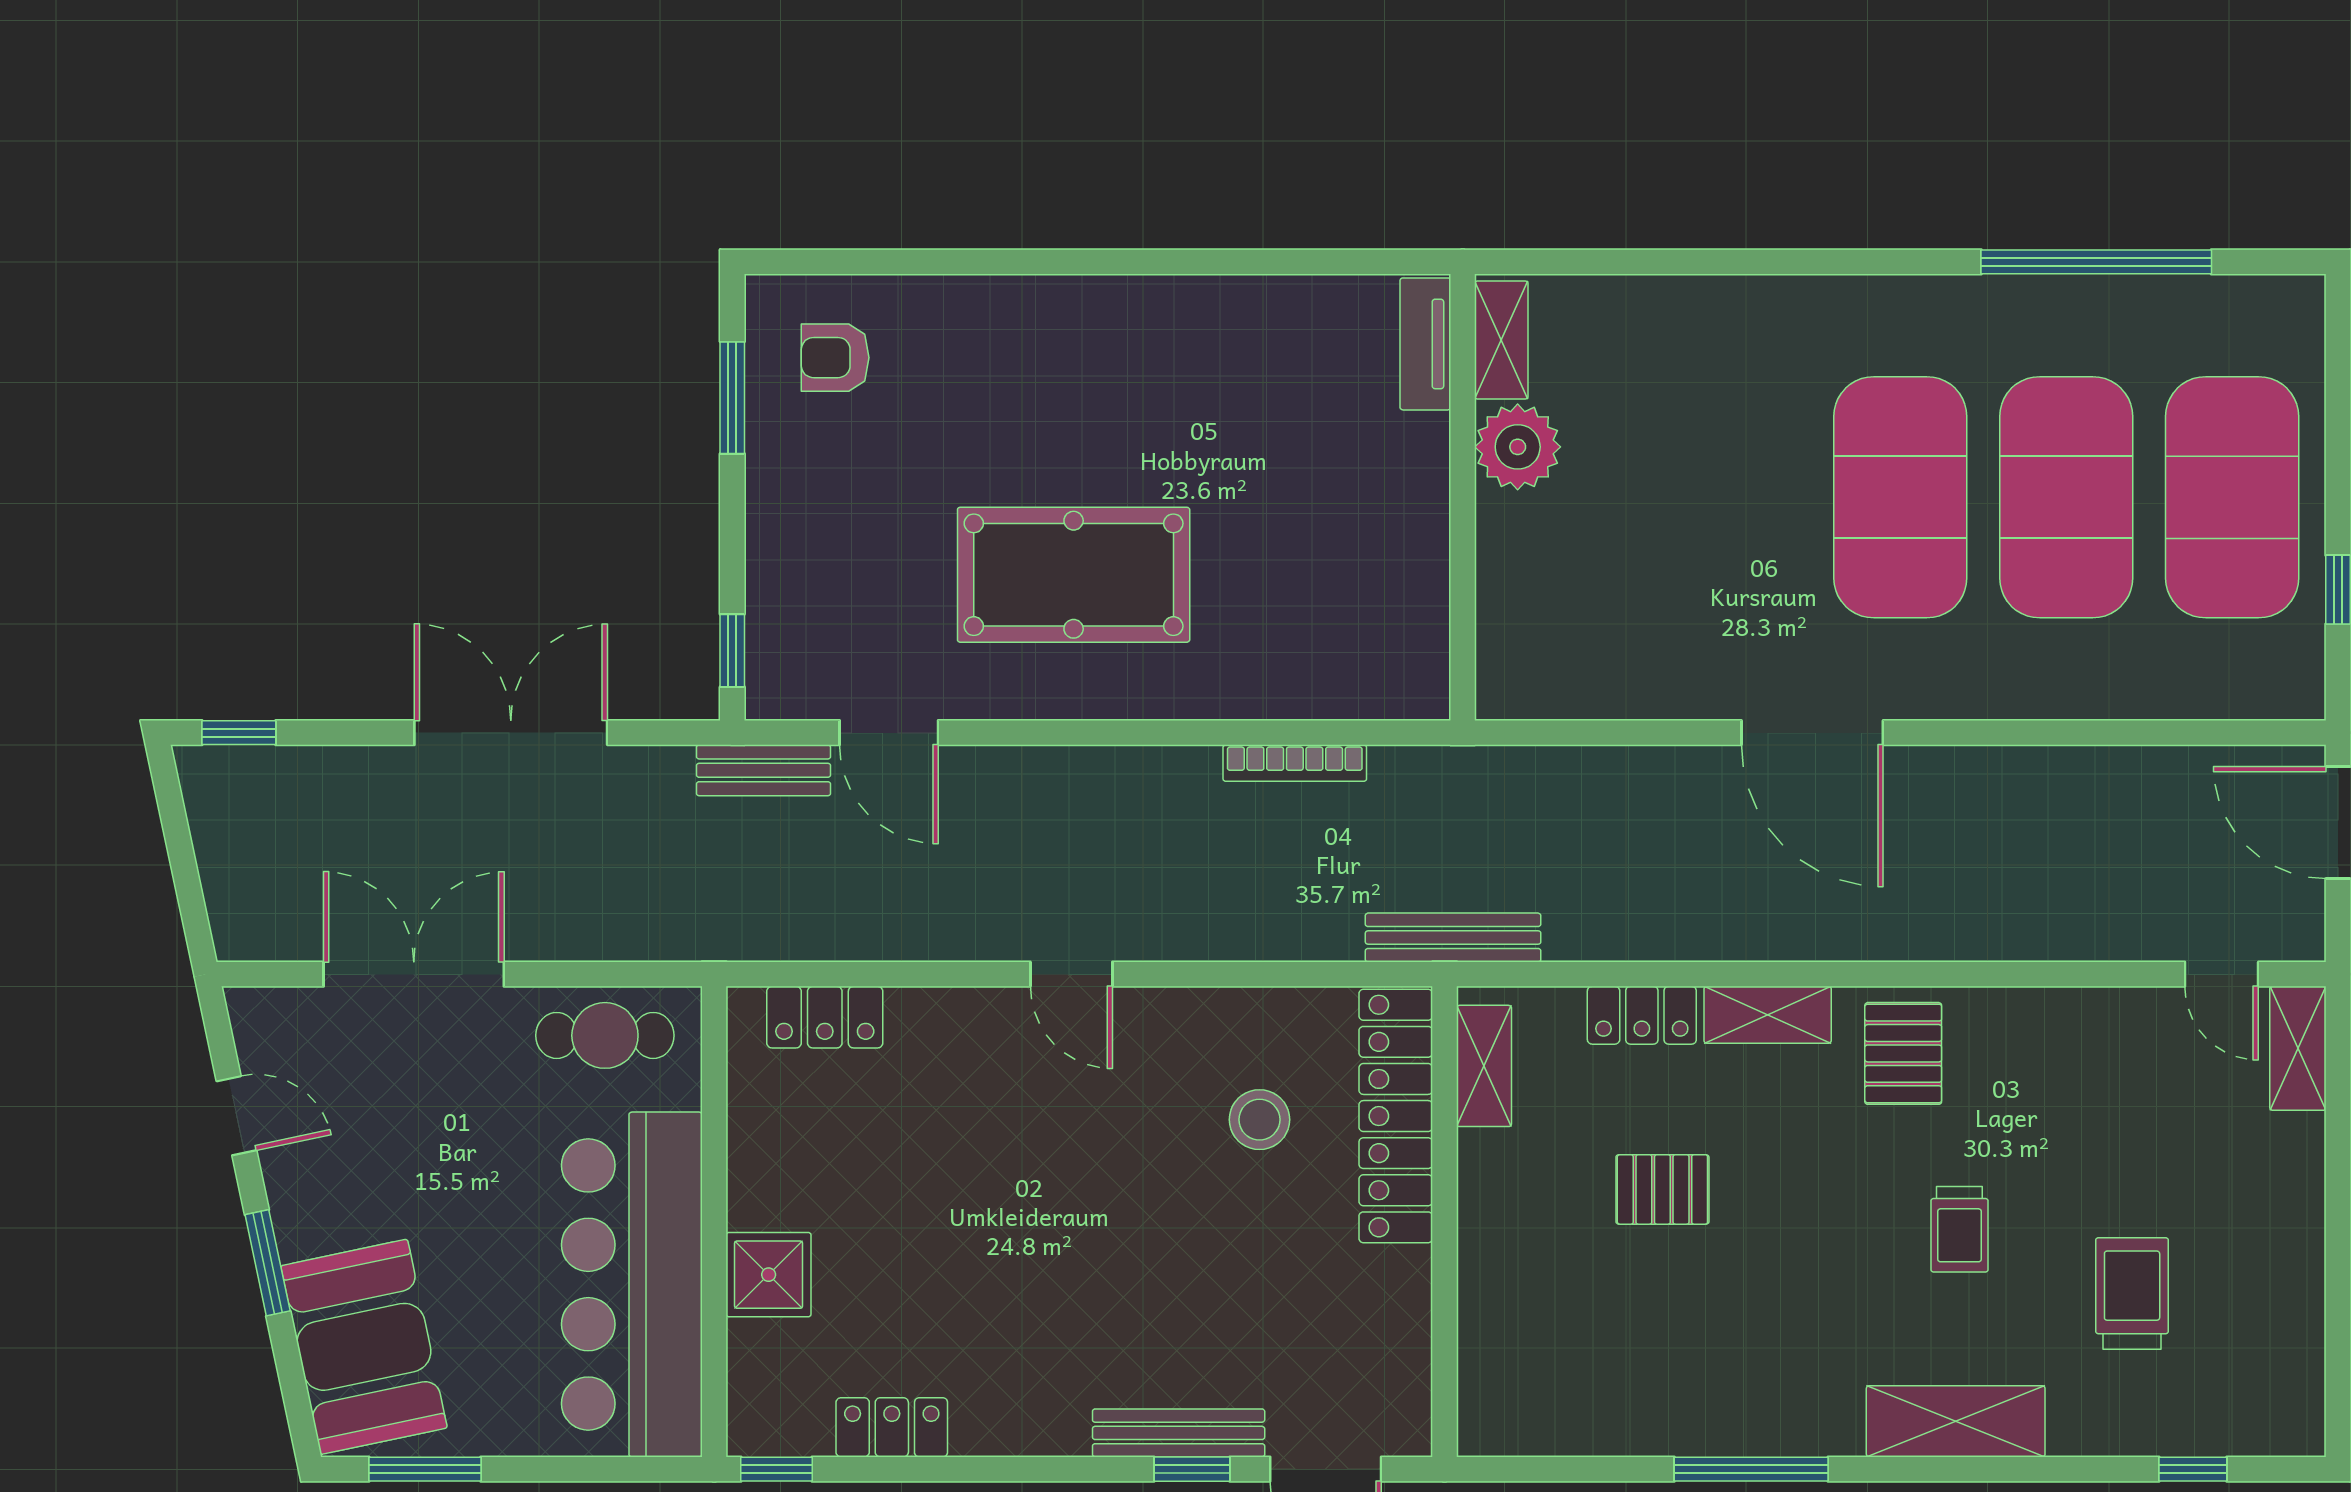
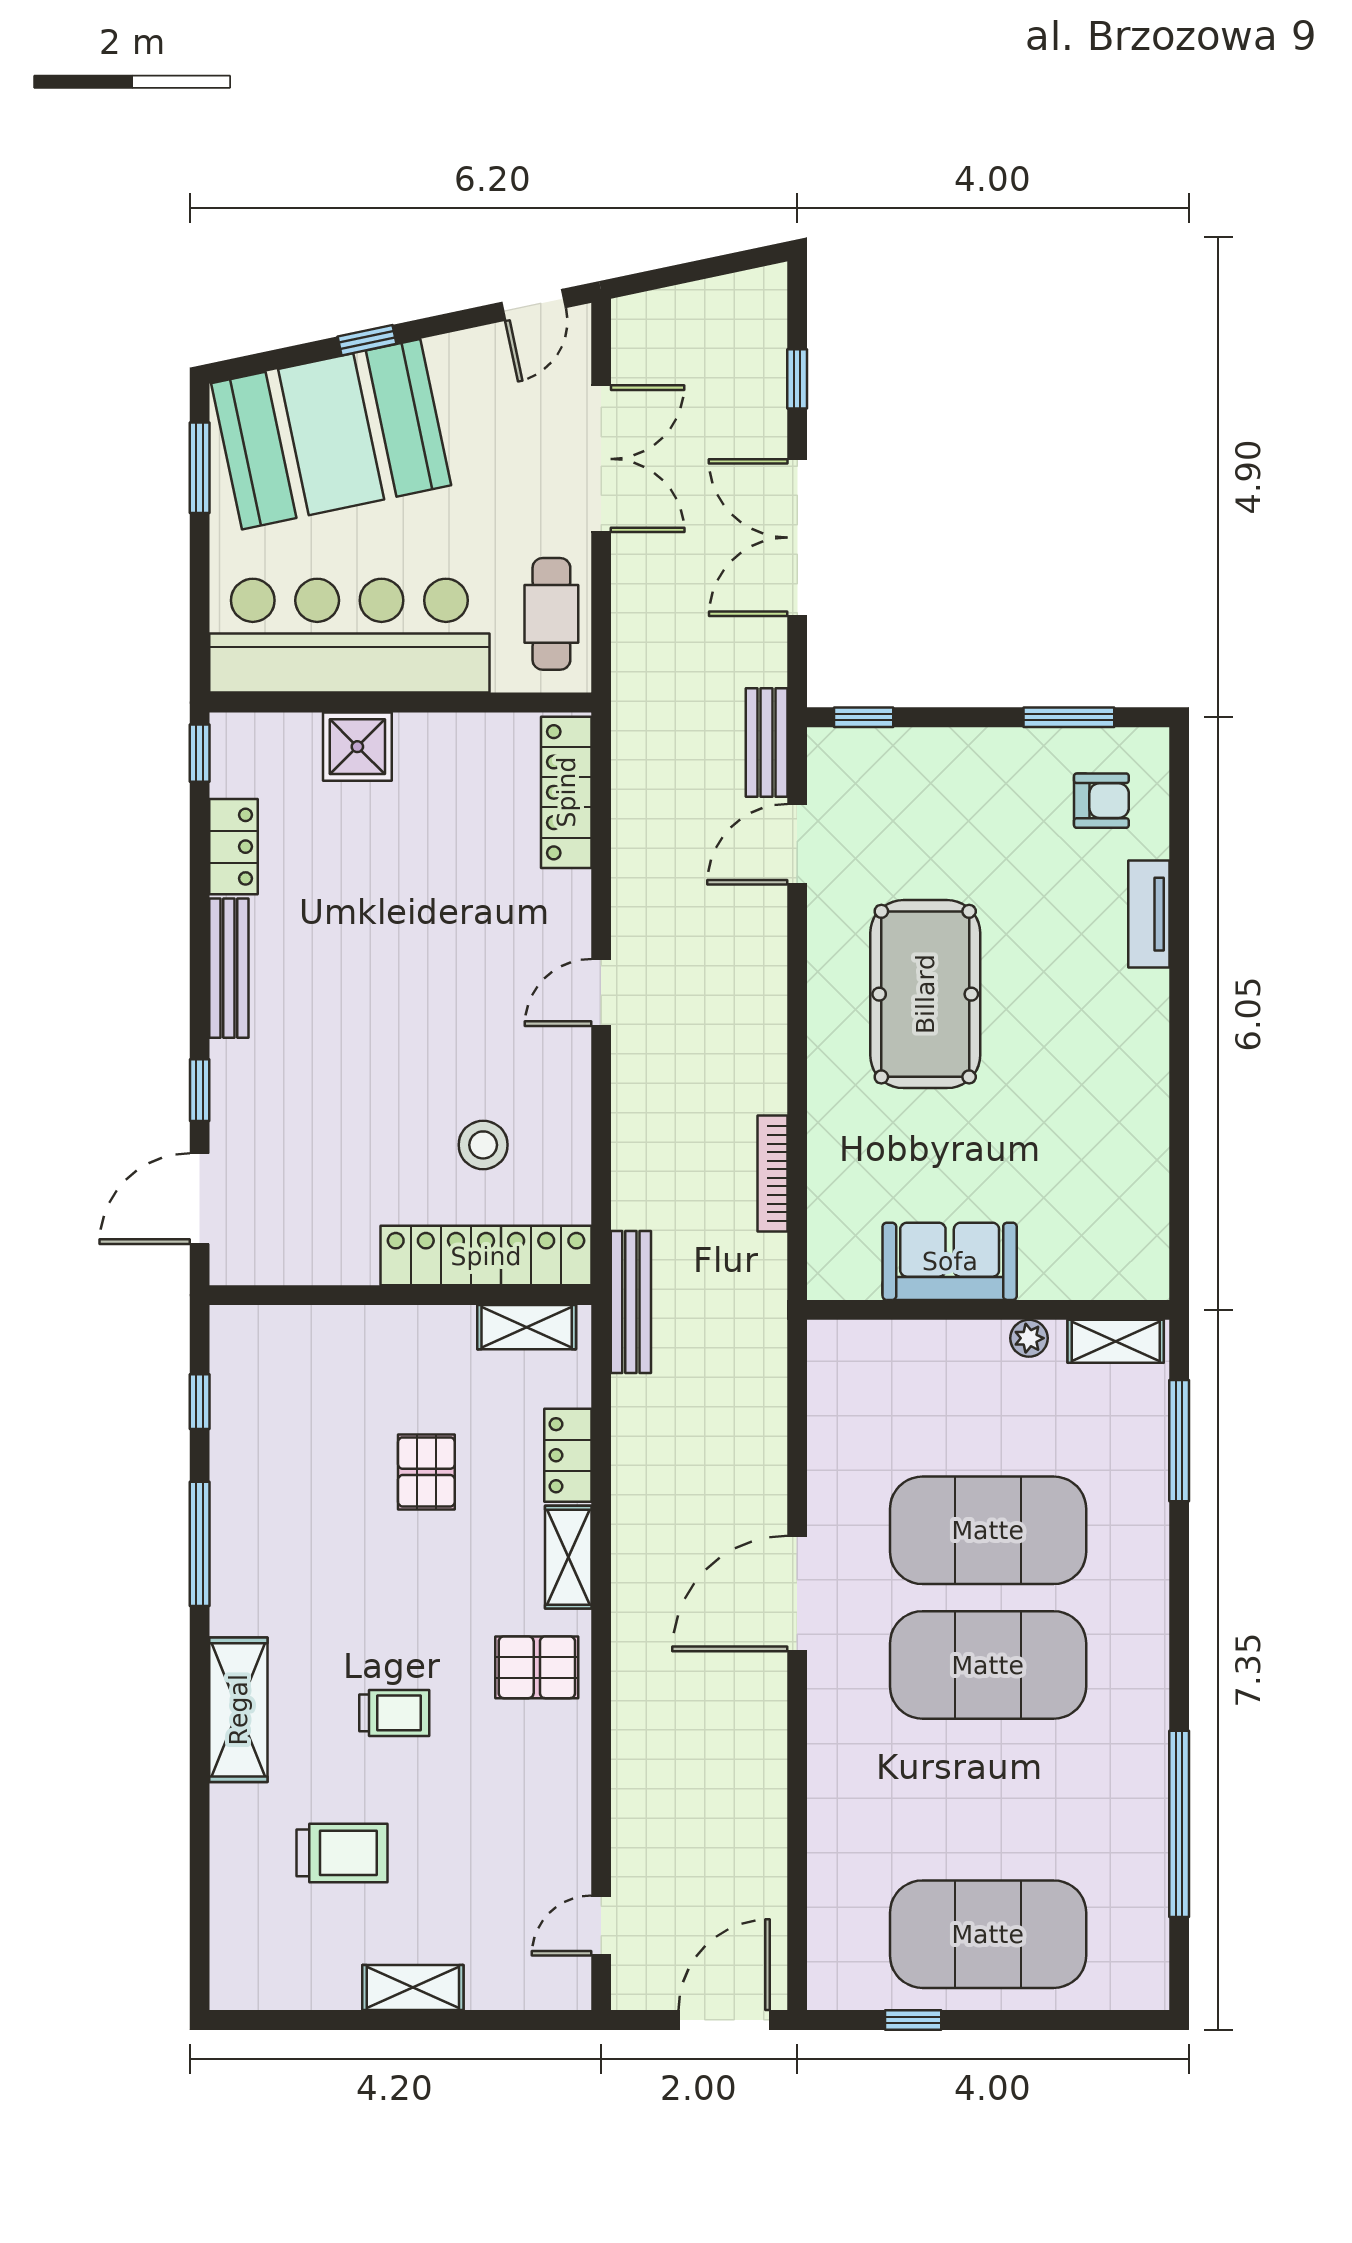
window: (1624, 262) -> (1179, 1441), added
tv unit: (1425, 344) -> (1149, 914), moved, turned -90
armchair: (835, 358) -> (1101, 801), turned 90
plant: (1518, 447) -> (1029, 1338), width x0.53, depth x0.53
exercise mat: (2066, 497) -> (988, 1530), moved
sofa: (1403, 545) -> (950, 1261), added
window: (239, 733) -> (797, 379), moved
double door: (511, 733) -> (797, 538), swing flipped
locker: (825, 1017) -> (566, 792), width x1.53
shelving: (2298, 1048) -> (413, 1988), moved
door: (236, 1116) -> (534, 305), moved
trolley: (1959, 1229) -> (394, 1713), turned 180
window: (268, 1263) -> (367, 340), width x0.67
booth: (364, 1347) -> (331, 434), width x1.36, depth x1.42
bench: (1179, 1433) -> (229, 968), moved
window: (2193, 1469) -> (200, 1402), moved

